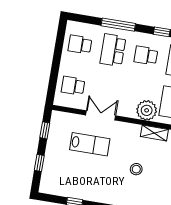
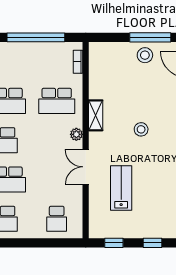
plant: (147, 110) -> (76, 134), width x0.53, depth x0.53
double door: (101, 115) -> (86, 167), moved

